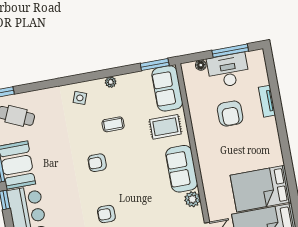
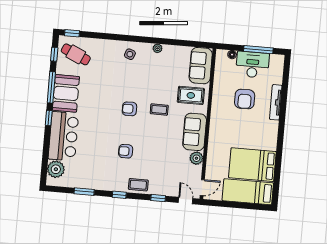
window: (155, 65) -> (196, 44), removed
tv unit: (267, 101) -> (276, 102), width x1.41
coffee table: (113, 124) -> (159, 110), moved

